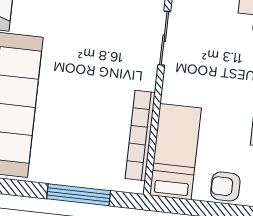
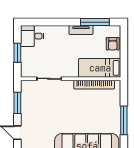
window: (79, 195) -> (124, 120), moved

